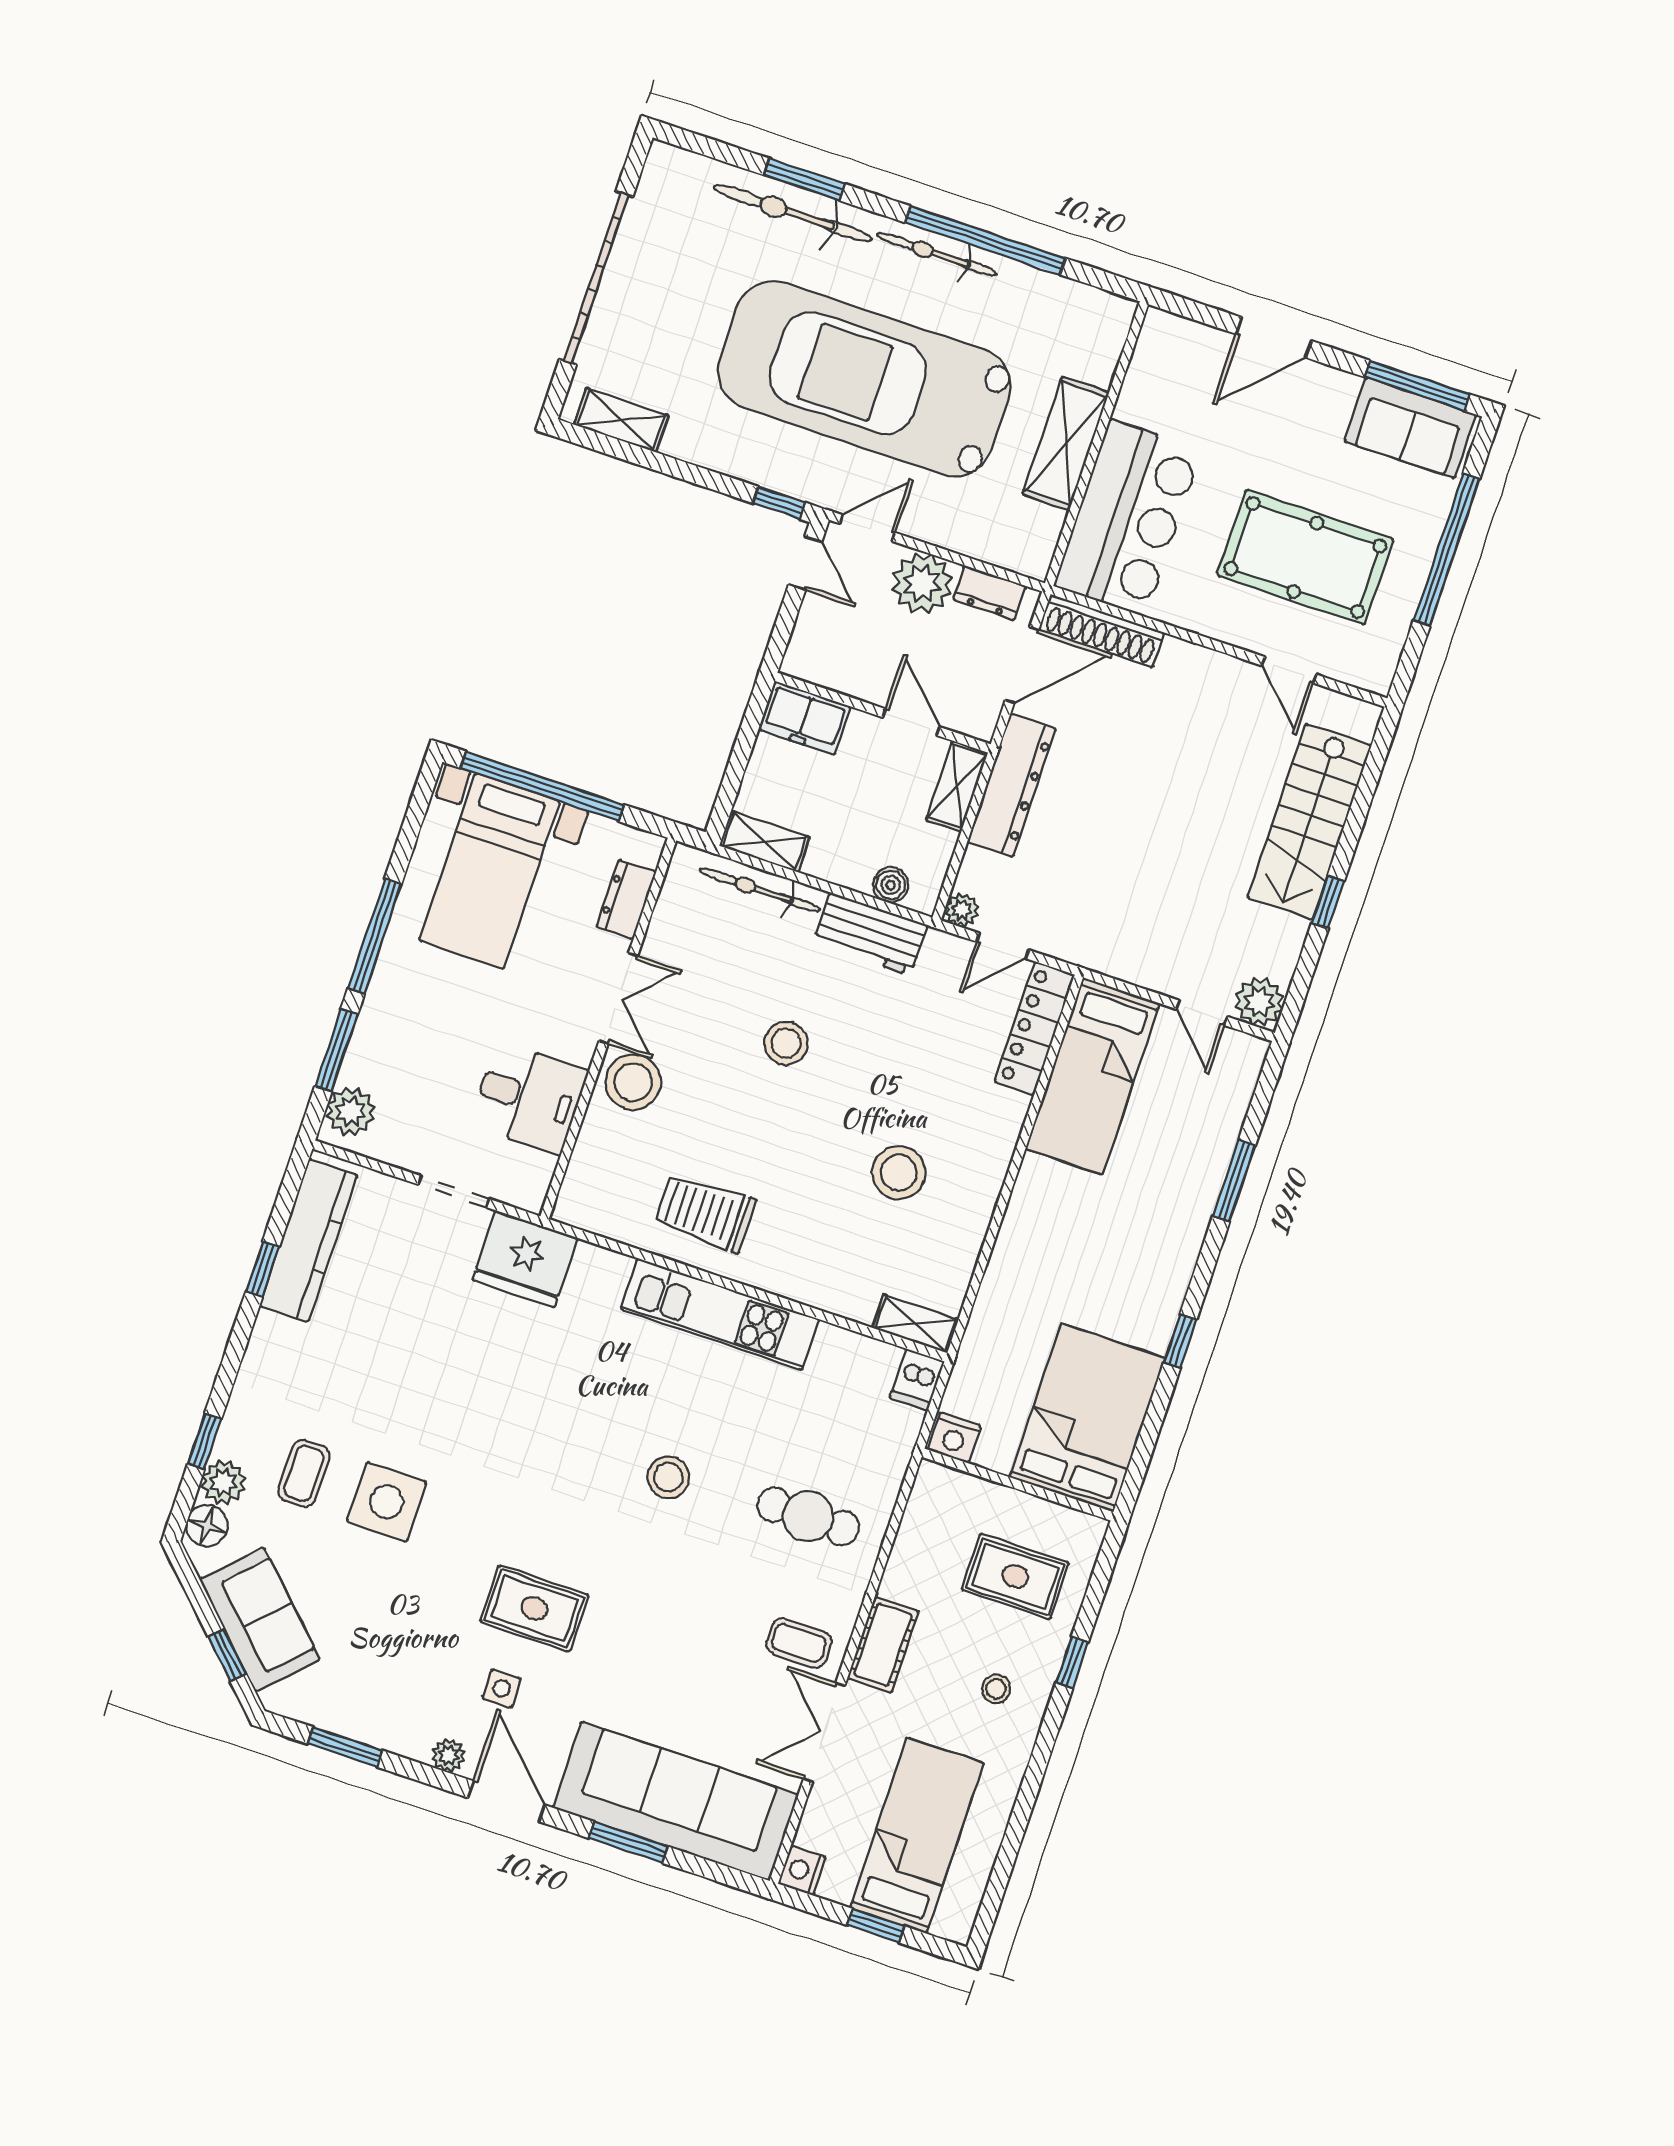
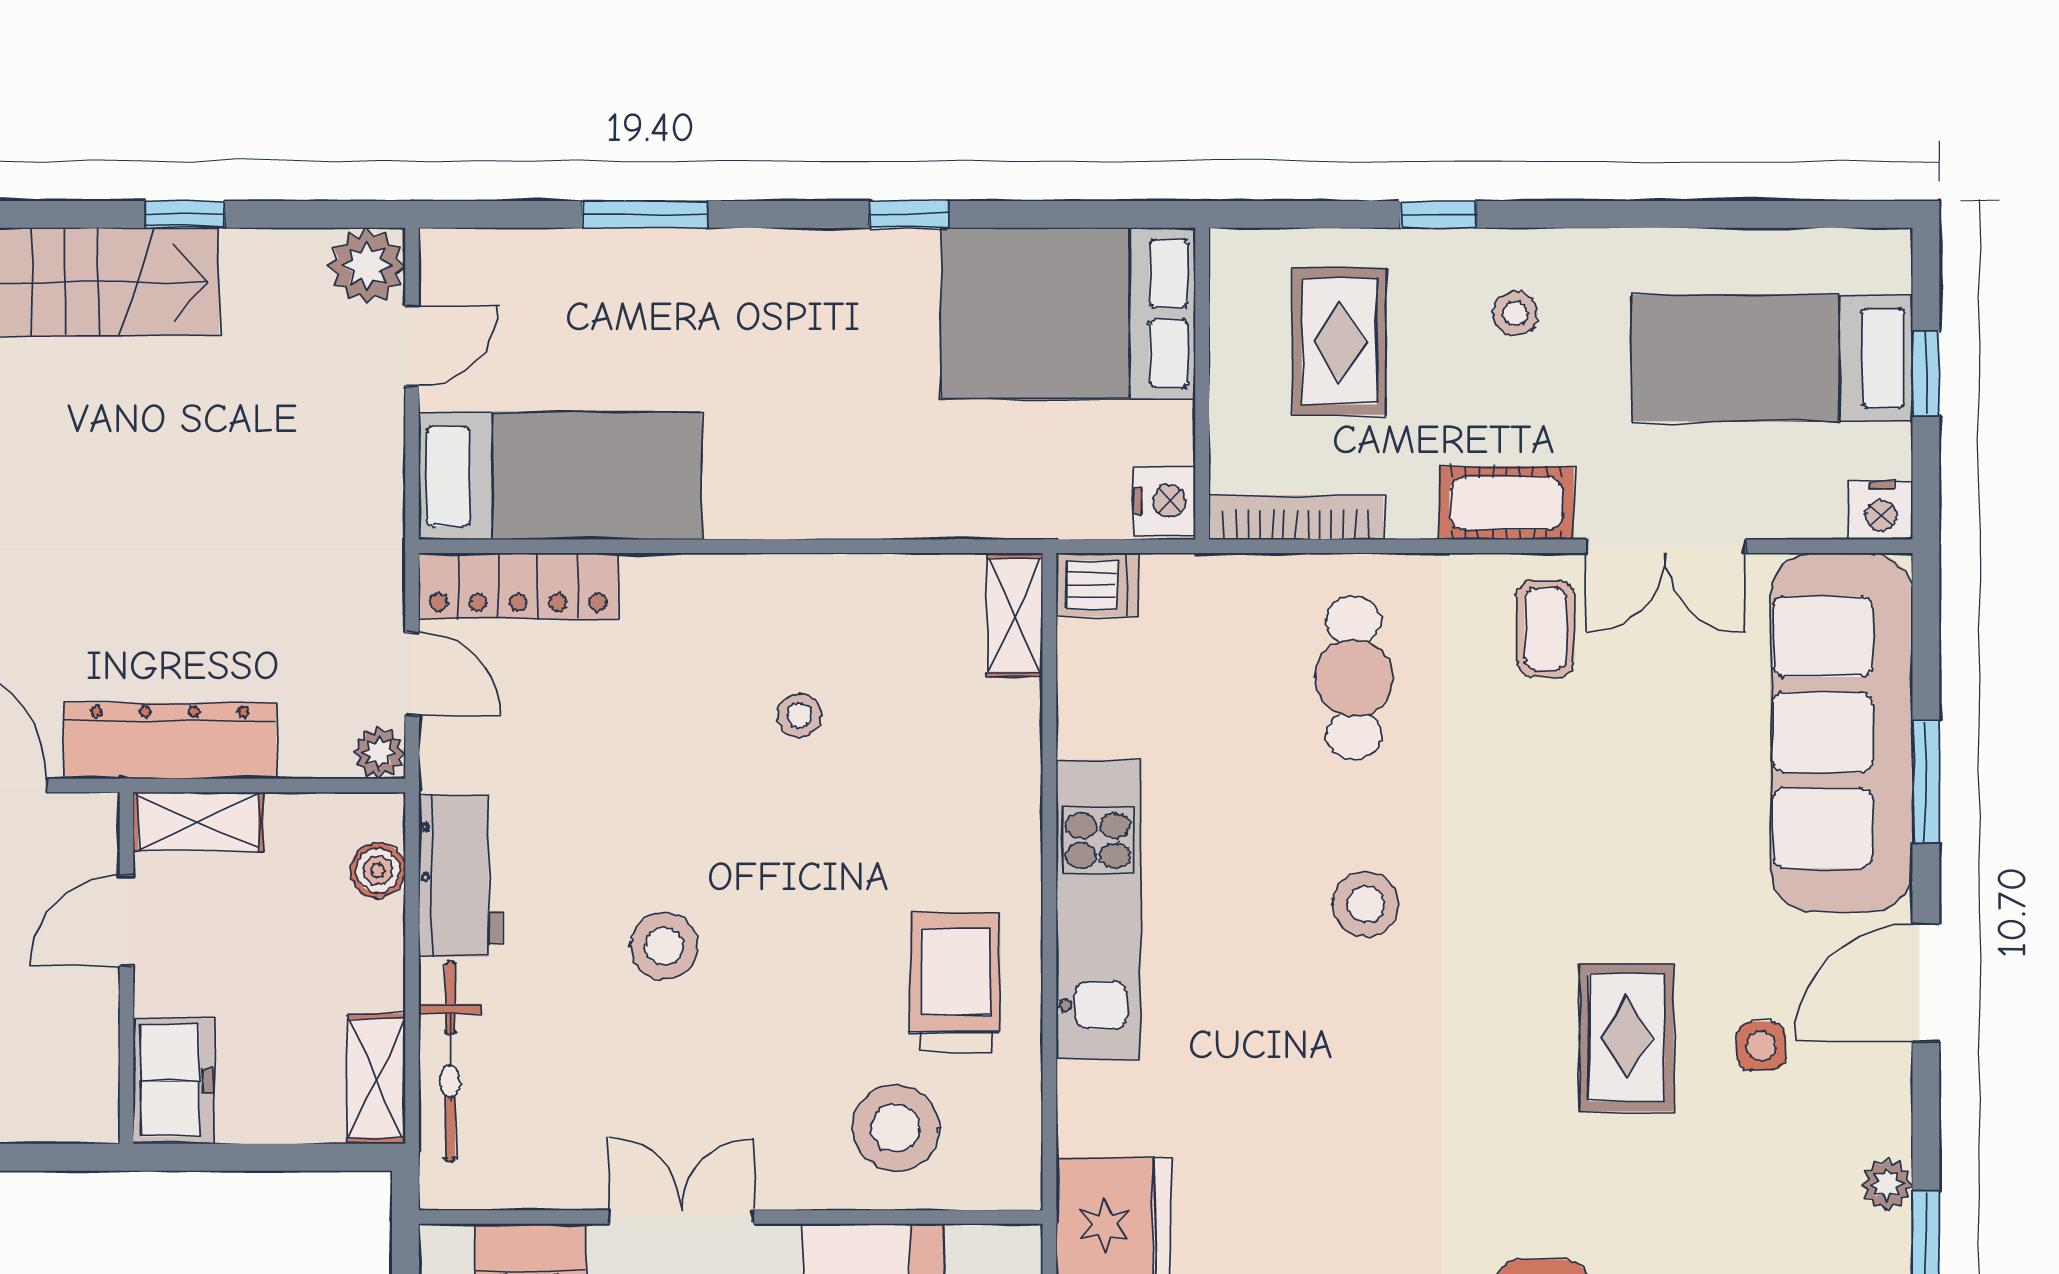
stool: (633, 1082) -> (896, 1128), moved
stool: (899, 1172) -> (799, 715), width x0.53, depth x0.53
trolley: (705, 1213) -> (955, 982), turned 180
bookcase: (917, 1514) -> (1296, 517), added
plant: (448, 1755) -> (1887, 1184), moved

